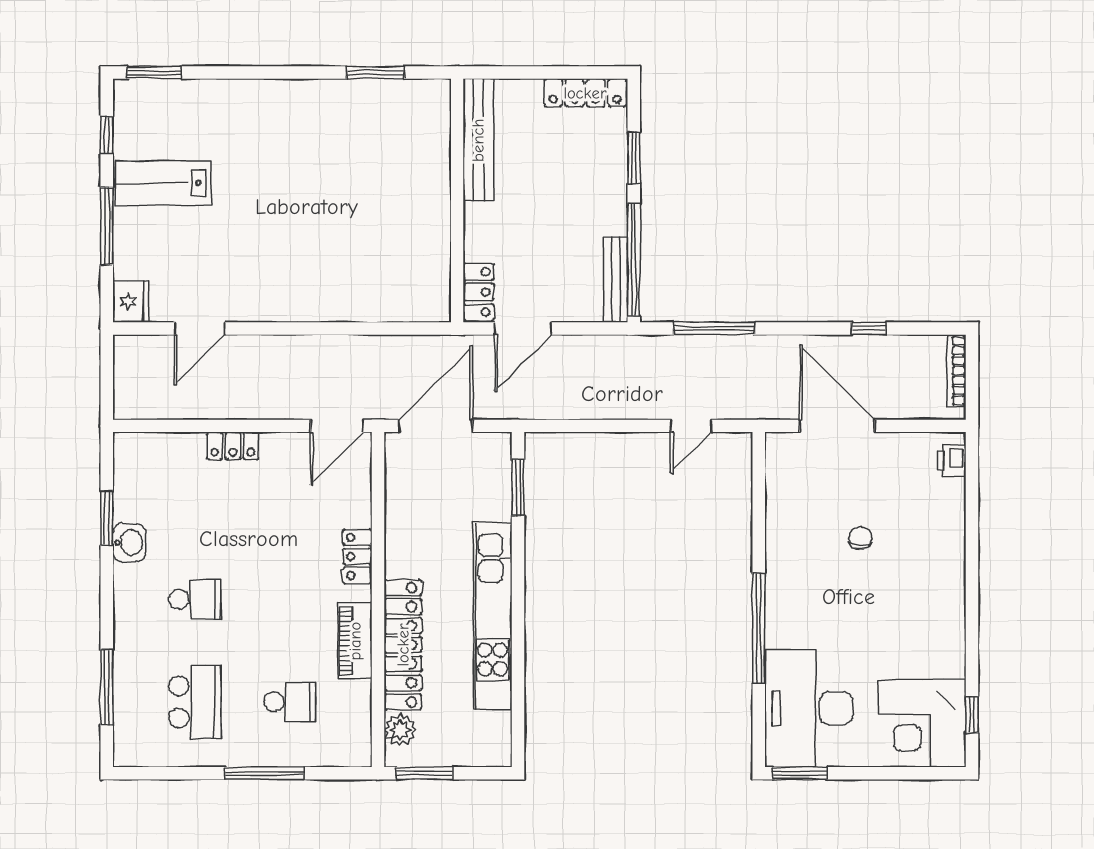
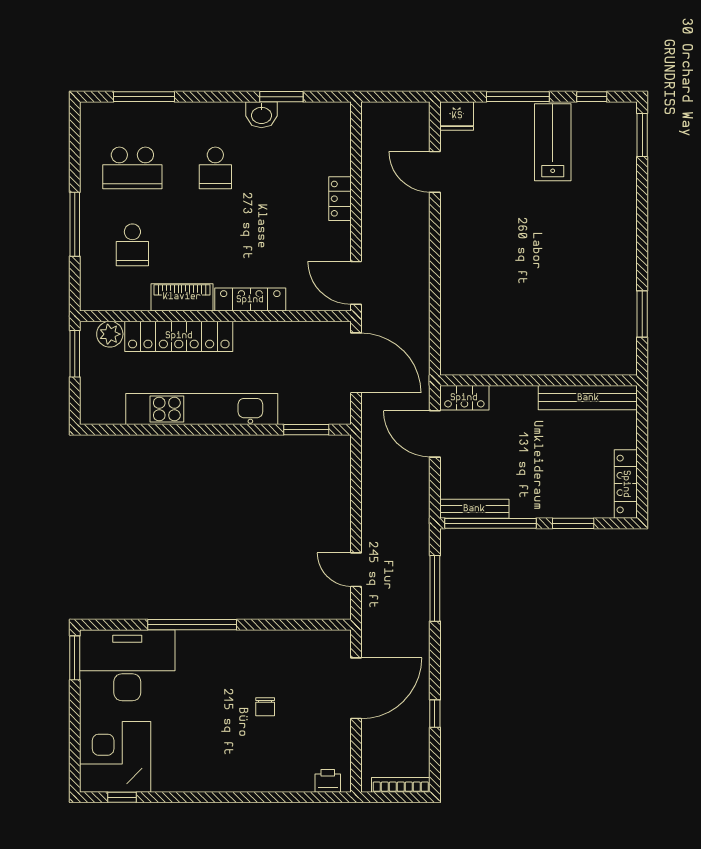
chair: (860, 538) -> (265, 707), turned 90
locker: (357, 556) -> (250, 300), width x1.53

